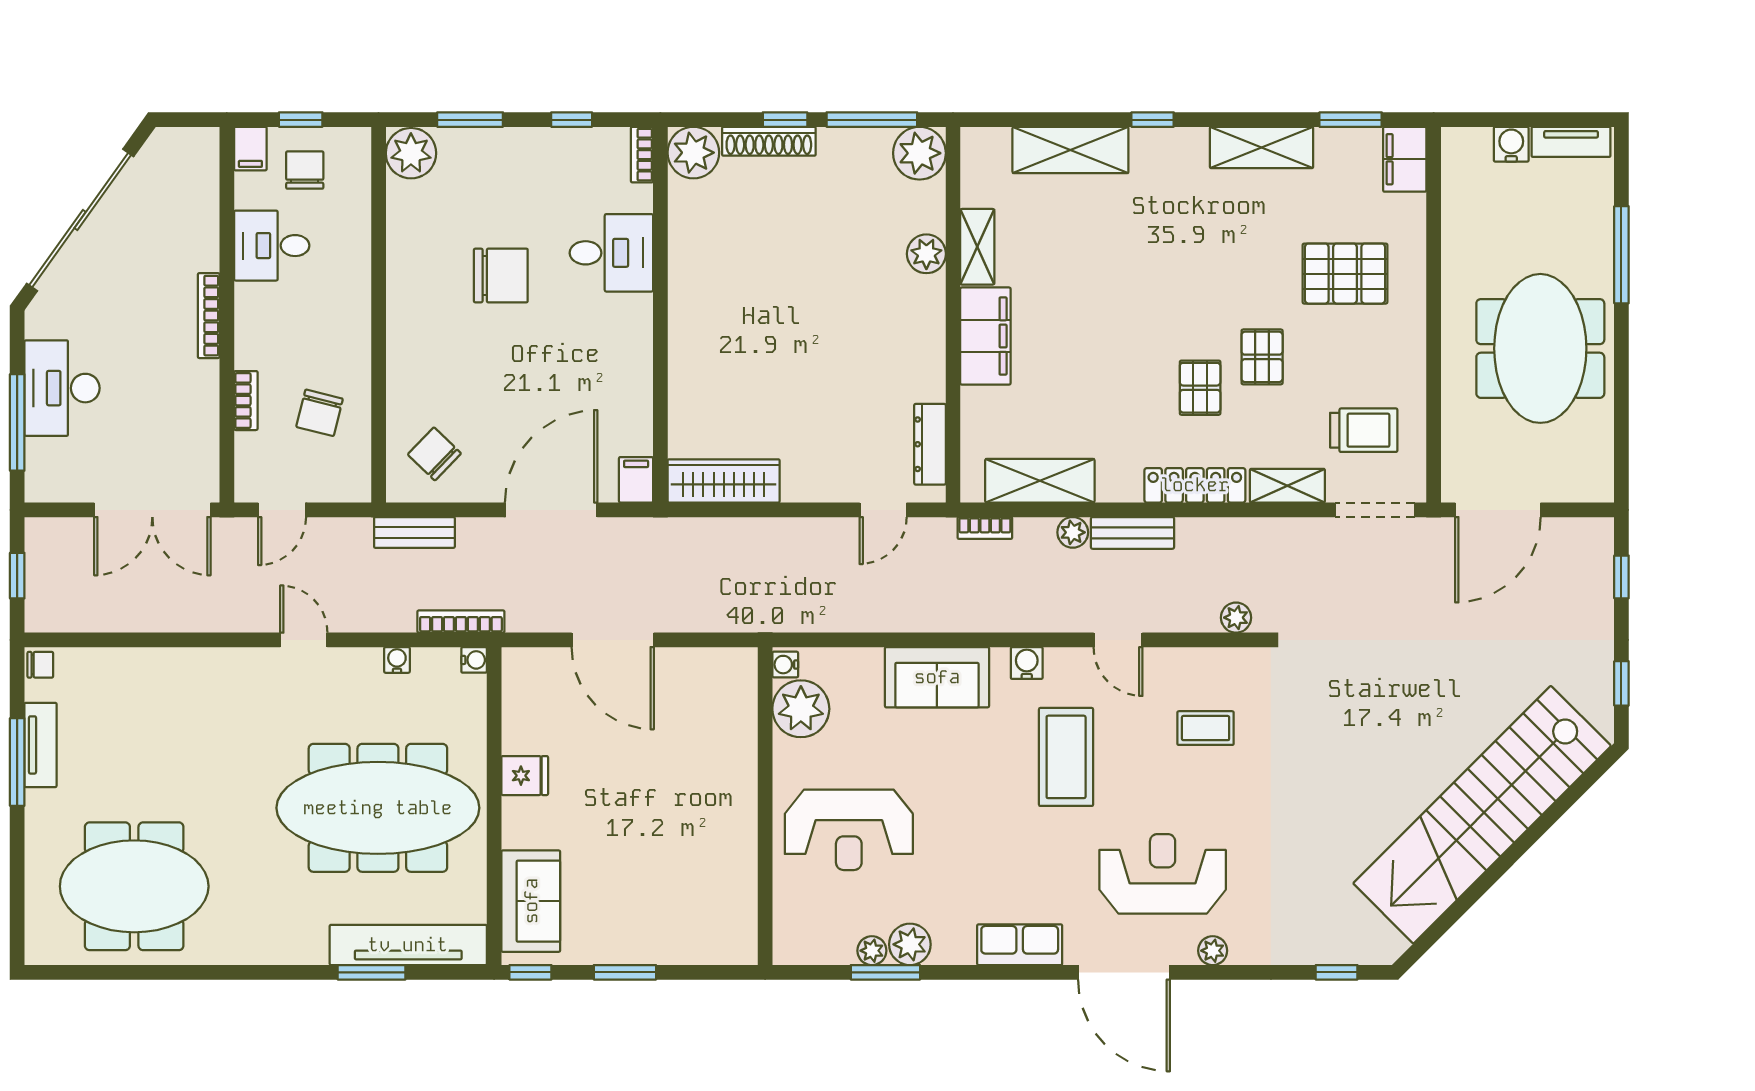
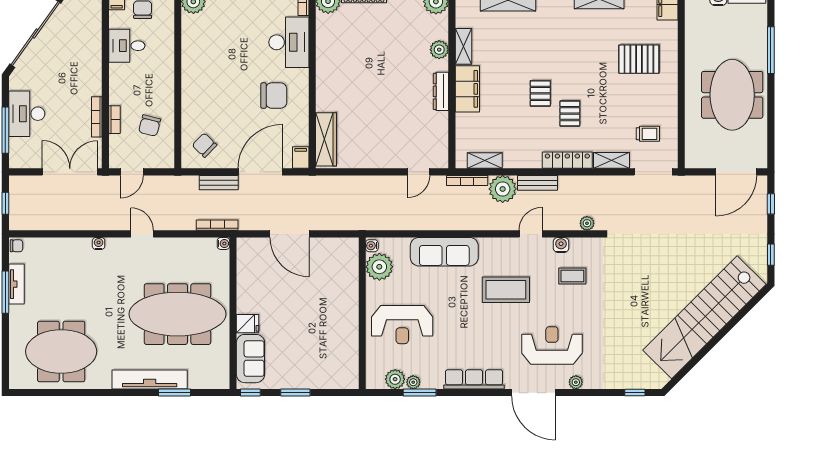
desk: (611, 253) -> (289, 42), width x1.37
chair: (501, 275) -> (274, 96), moved
bookcase: (209, 316) -> (97, 117), moved
pallet: (1262, 357) -> (540, 93), moved
trolley: (1364, 430) -> (648, 134), width x0.73, depth x0.72
dresser: (930, 444) -> (441, 91), moved
wardrobe: (724, 481) -> (326, 139), moved, turned 90
shelving: (1040, 481) -> (485, 161), width x0.67, depth x0.75
double door: (152, 510) -> (70, 172), swing flipped
door: (1498, 510) -> (736, 172), moved
bookcase: (985, 528) -> (467, 180), width x1.56
bench: (414, 532) -> (219, 183), moved
plant: (1073, 532) -> (503, 189), width x1.88, depth x1.88
door: (1118, 640) -> (531, 234), swing flipped
water cooler: (397, 660) -> (99, 243), moved
water cooler: (1027, 663) -> (561, 245), moved
sofa: (937, 677) -> (444, 252), width x1.36
coffee table: (1066, 757) -> (506, 290), turned 90
fridge: (525, 776) -> (248, 324), moved
plant: (910, 944) -> (395, 379), moved
tv unit: (408, 945) -> (150, 379), moved
row of seats: (1020, 945) -> (474, 379), width x1.48

